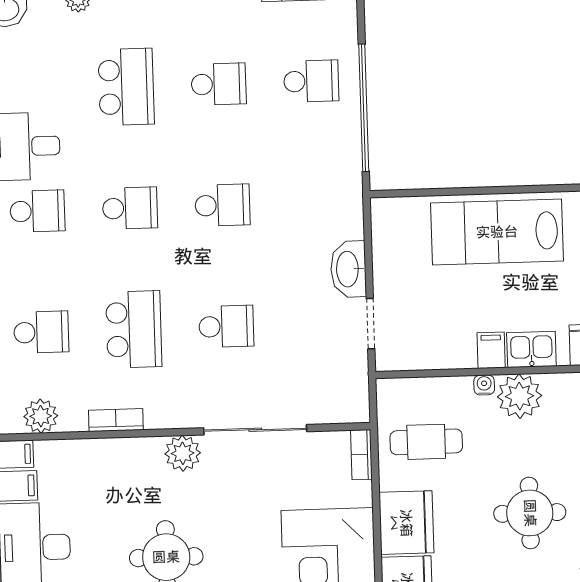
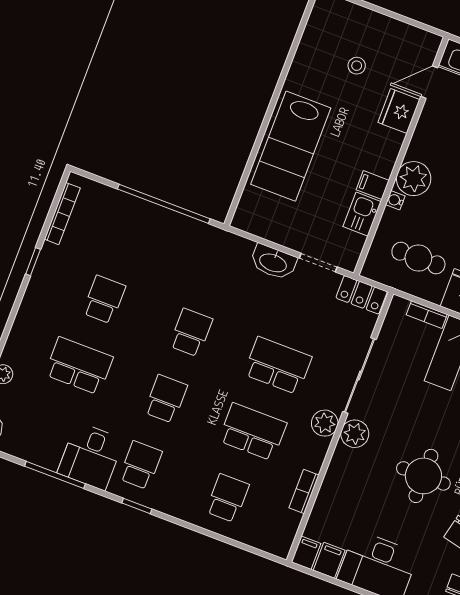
school desk: (311, 81) -> (129, 233), removed
school desk: (226, 326) -> (278, 365), width x1.85
kitchen sink: (531, 349) -> (362, 214), moved
locker: (353, 392) -> (362, 295), added
plant: (41, 416) -> (325, 423), moved
bookcase: (116, 420) -> (304, 491), moved
cafe table: (426, 442) -> (418, 258), turned 90
bookcase: (361, 455) -> (427, 315), moved

